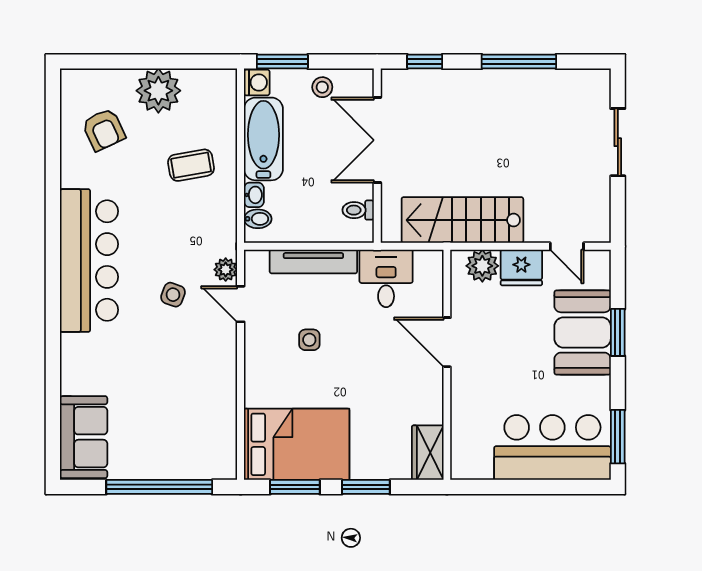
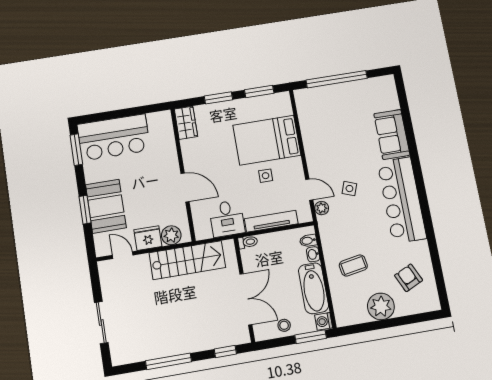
toilet: (358, 210) -> (248, 242), moved
sofa: (84, 437) -> (392, 134), moved
bed: (297, 444) -> (267, 140), moved

